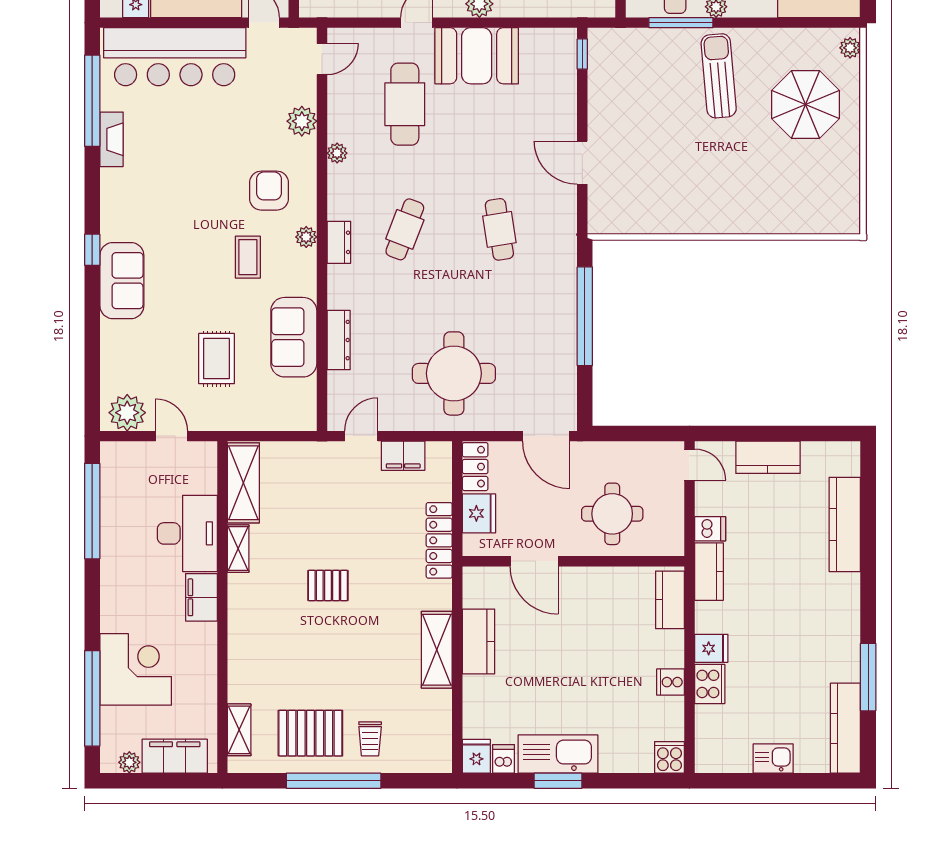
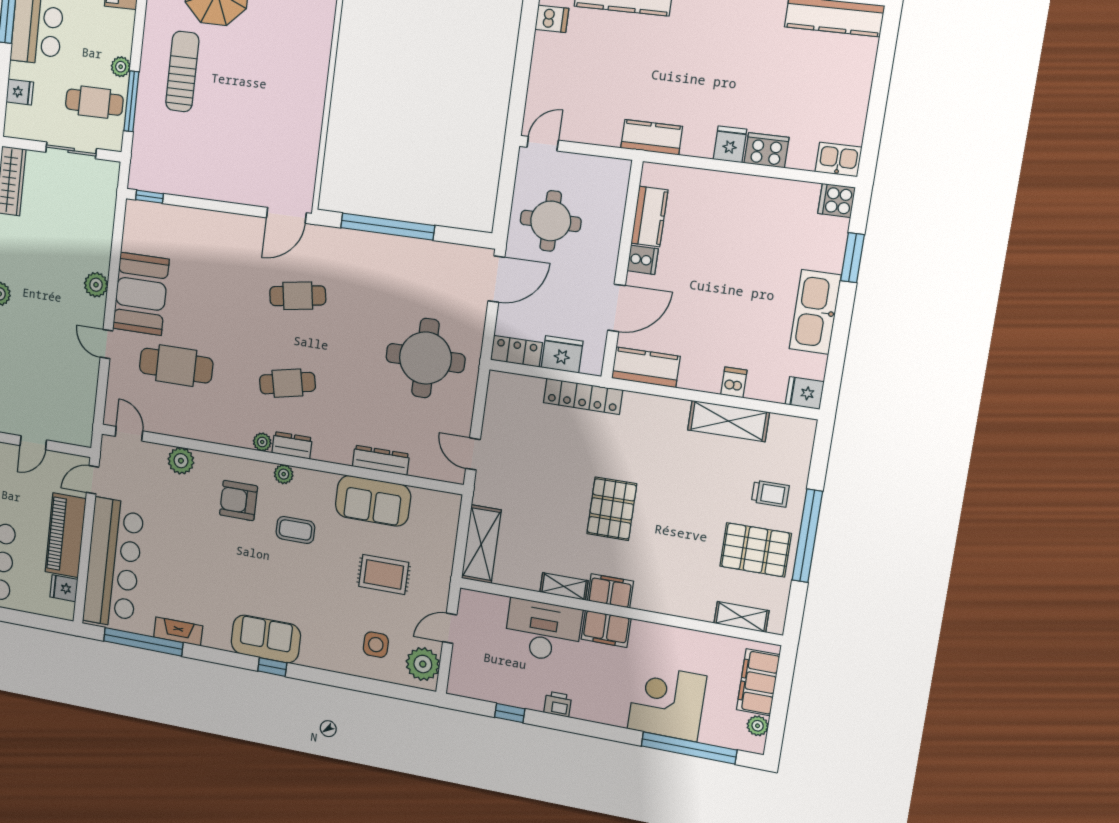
sun lounger: (719, 76) -> (182, 72), turned 95
plant: (337, 153) -> (262, 442), moved
door: (582, 163) -> (286, 215), moved
cafe table: (405, 229) -> (287, 383), turned -33
sofa: (122, 281) -> (266, 639), moved
side table: (139, 360) -> (376, 645), added
filing cabinet: (403, 456) -> (610, 591), moved, turned -90
kitchen counter: (768, 457) -> (546, 65), removed
shelving: (243, 483) -> (481, 544), moved, turned 90
window: (92, 511) -> (510, 713), width x0.32
round table: (612, 514) -> (551, 221), moved
dishwasher: (710, 529) -> (552, 19), moved, turned 90
printer: (112, 559) -> (558, 704), added
pallet: (328, 585) -> (612, 509), width x1.50, depth x1.42
kitchen counter: (670, 600) -> (649, 217), moved, turned -90
kitchen counter: (479, 641) -> (646, 367), moved
shelving: (437, 650) -> (728, 421), moved
cooker: (671, 682) -> (643, 260), moved, turned -90
pallet: (310, 733) -> (755, 550), turned 90
kitchen sink: (773, 758) -> (838, 160), moved, turned 90
dishwasher: (504, 759) -> (734, 382), moved, turned 90
window: (558, 781) -> (852, 258), moved

